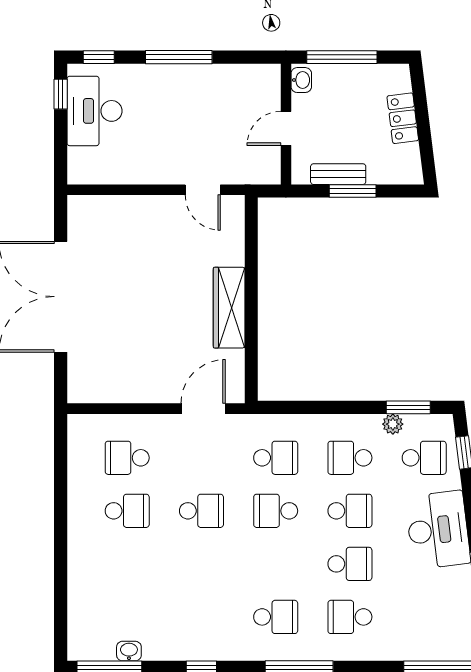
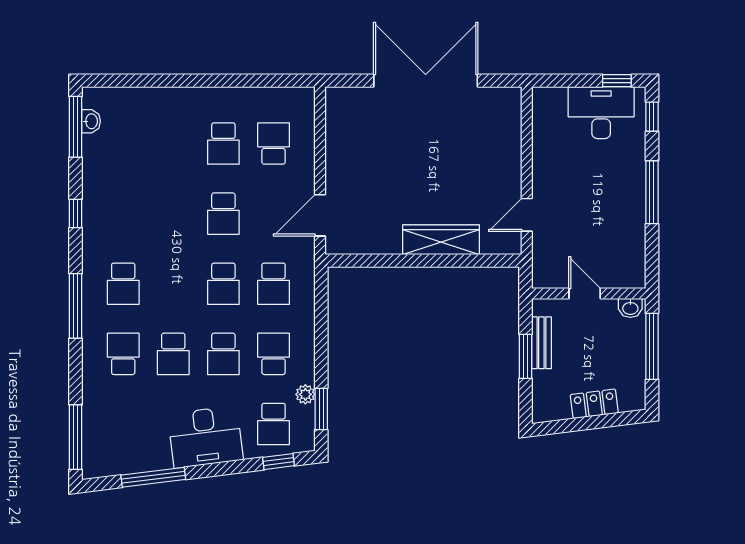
wardrobe: (229, 308) -> (441, 240), moved
door: (203, 409) -> (320, 215), swing flipped
school desk: (276, 511) -> (223, 284), turned 180
washbasin: (129, 651) -> (91, 121), moved

